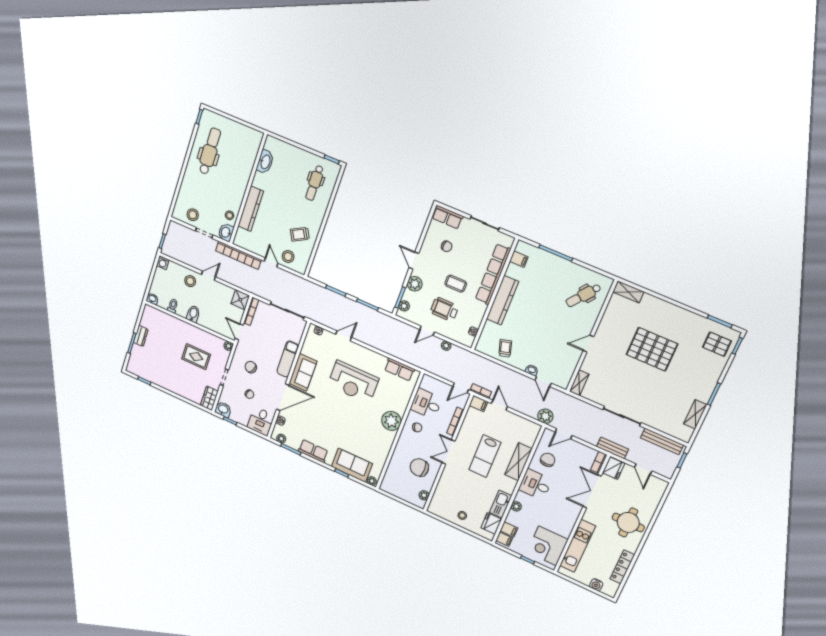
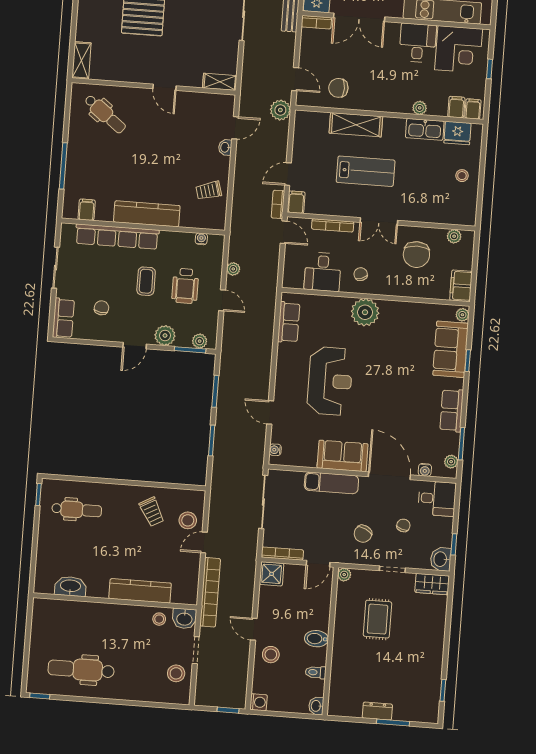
desk: (535, 484) -> (418, 43), moved, turned 180
filing cabinet: (391, 487) -> (461, 286), added

